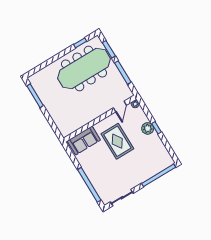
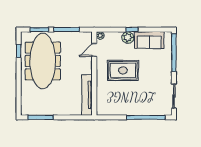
door: (120, 106) -> (94, 50), swing flipped
tv unit: (78, 123) -> (87, 95), added
sofa: (84, 141) -> (149, 40), moved, turned 90

